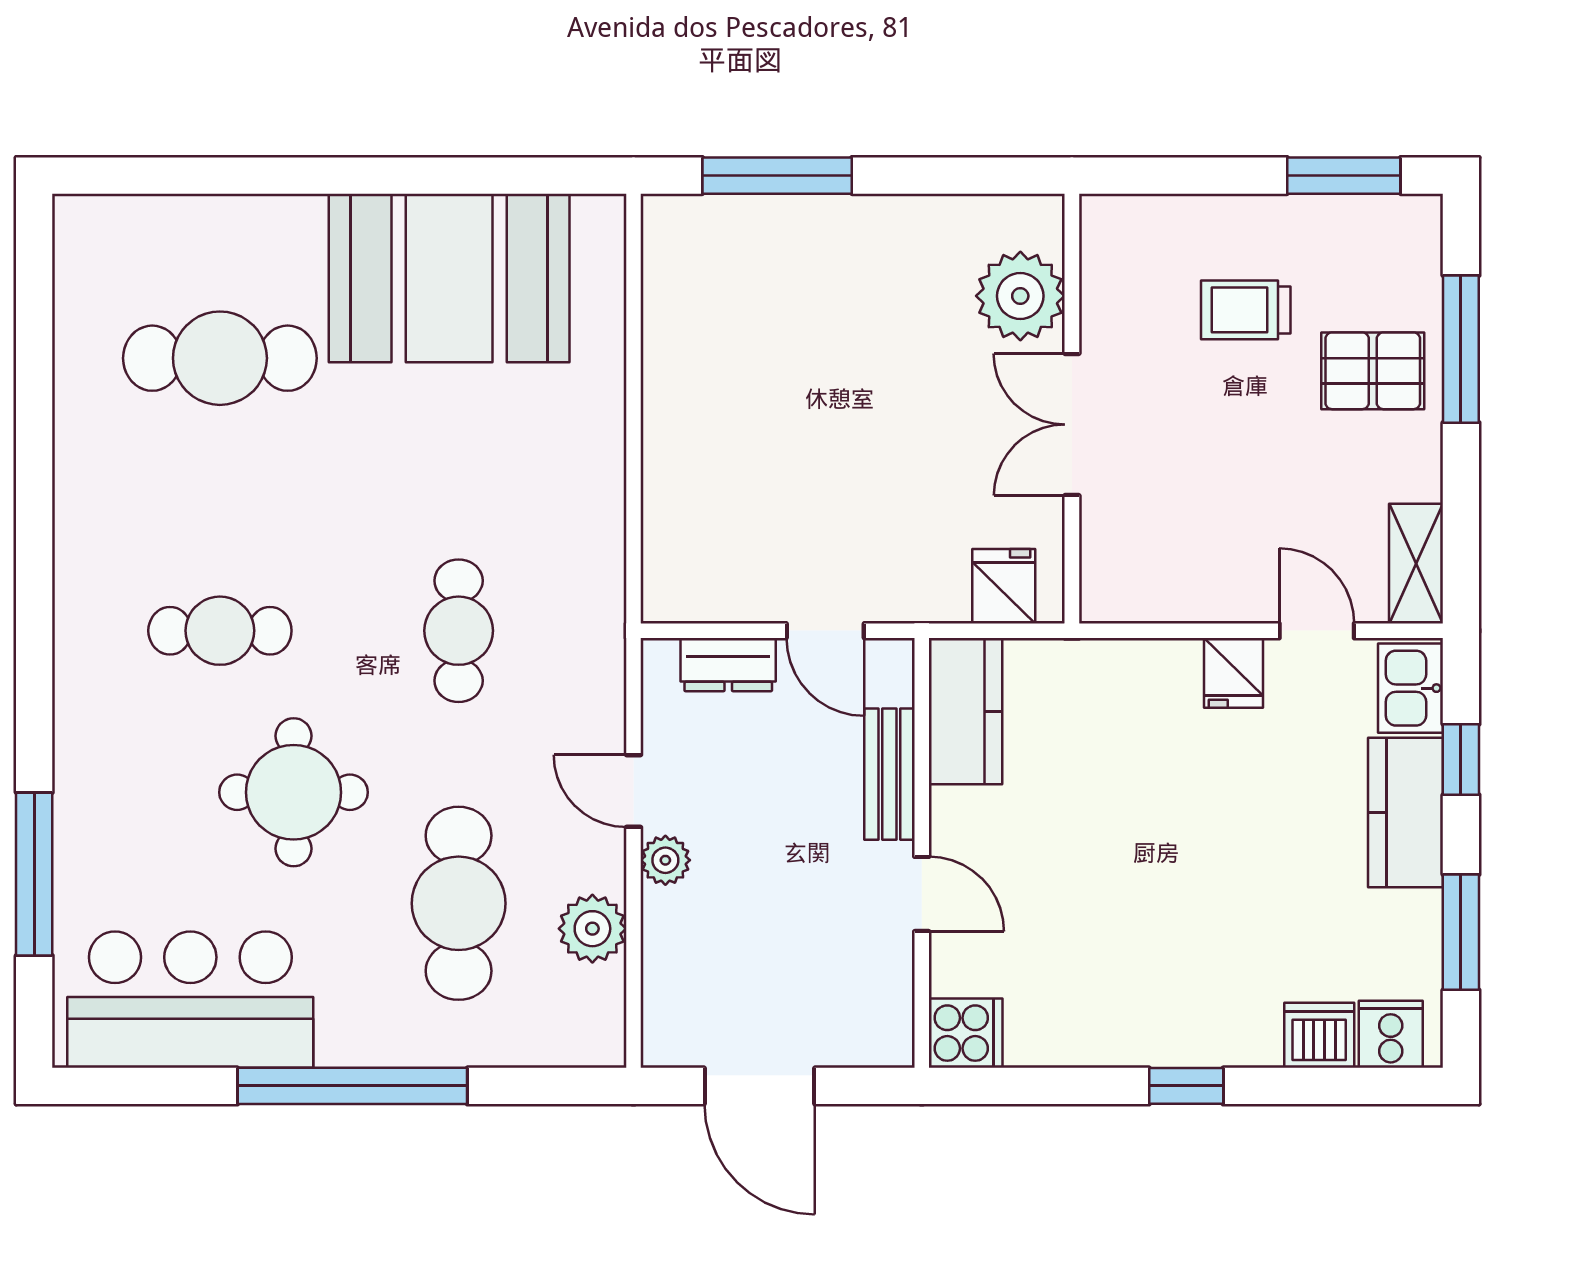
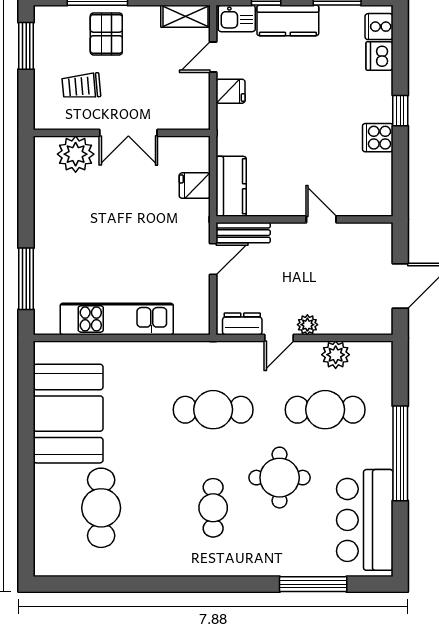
plant: (1020, 296) -> (76, 154), moved
trolley: (1246, 310) -> (81, 86), turned 85
kitchen unit: (679, 396) -> (117, 319), added
wall: (1072, 409) -> (122, 133), moved
double door: (1072, 425) -> (128, 133), moved
cafe table: (459, 631) -> (213, 410), width x1.37, depth x1.35
dresser: (728, 665) -> (242, 324), moved, turned -90
kitchen counter: (966, 711) -> (231, 186), moved, turned 90
bench: (889, 774) -> (243, 233), moved
door: (922, 894) -> (321, 219), hinge flipped
cooker: (966, 1033) -> (378, 138), moved, turned -90

